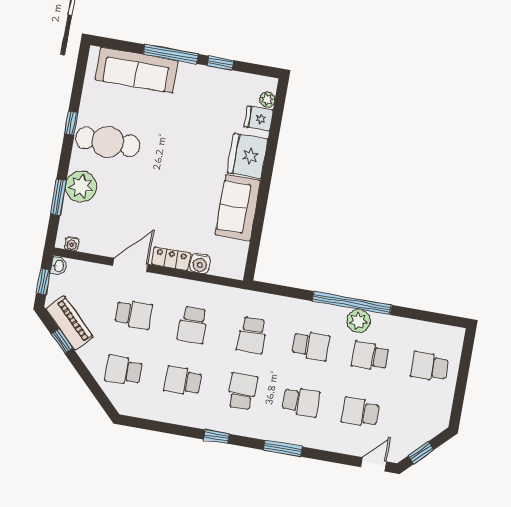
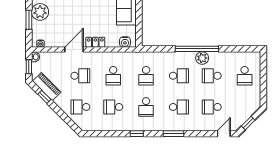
water cooler: (200, 263) -> (125, 42), moved
school desk: (429, 366) -> (245, 76), turned -90
school desk: (242, 391) -> (146, 107), turned 180

